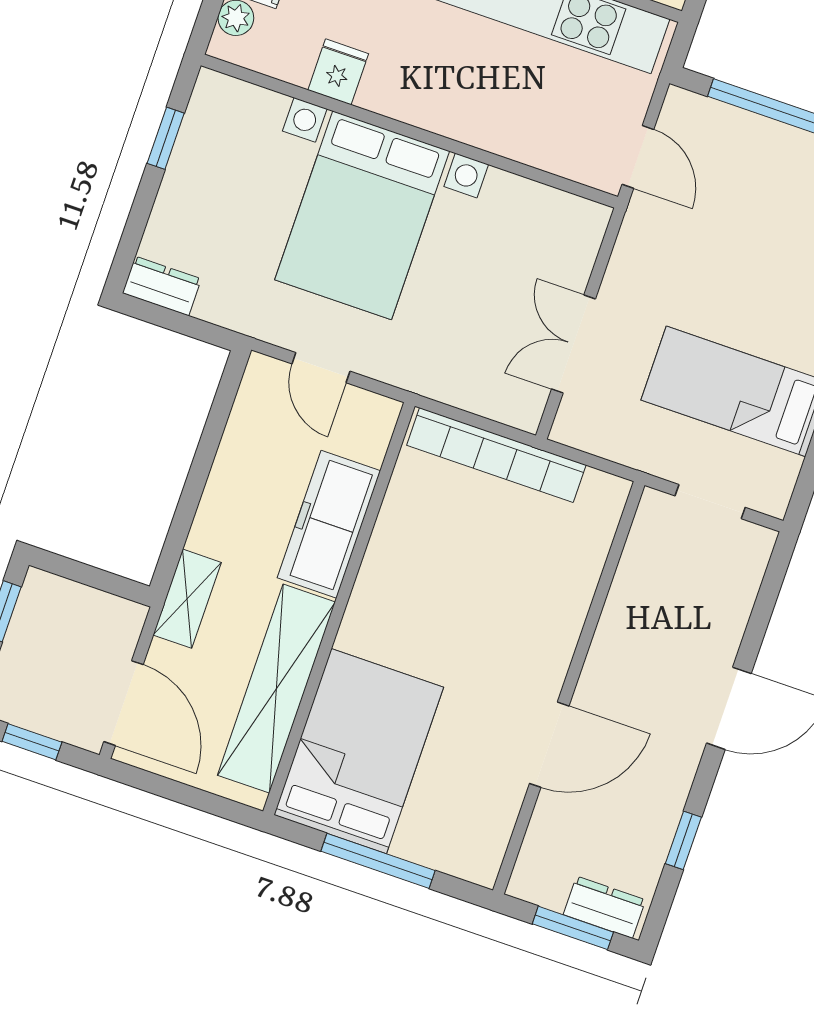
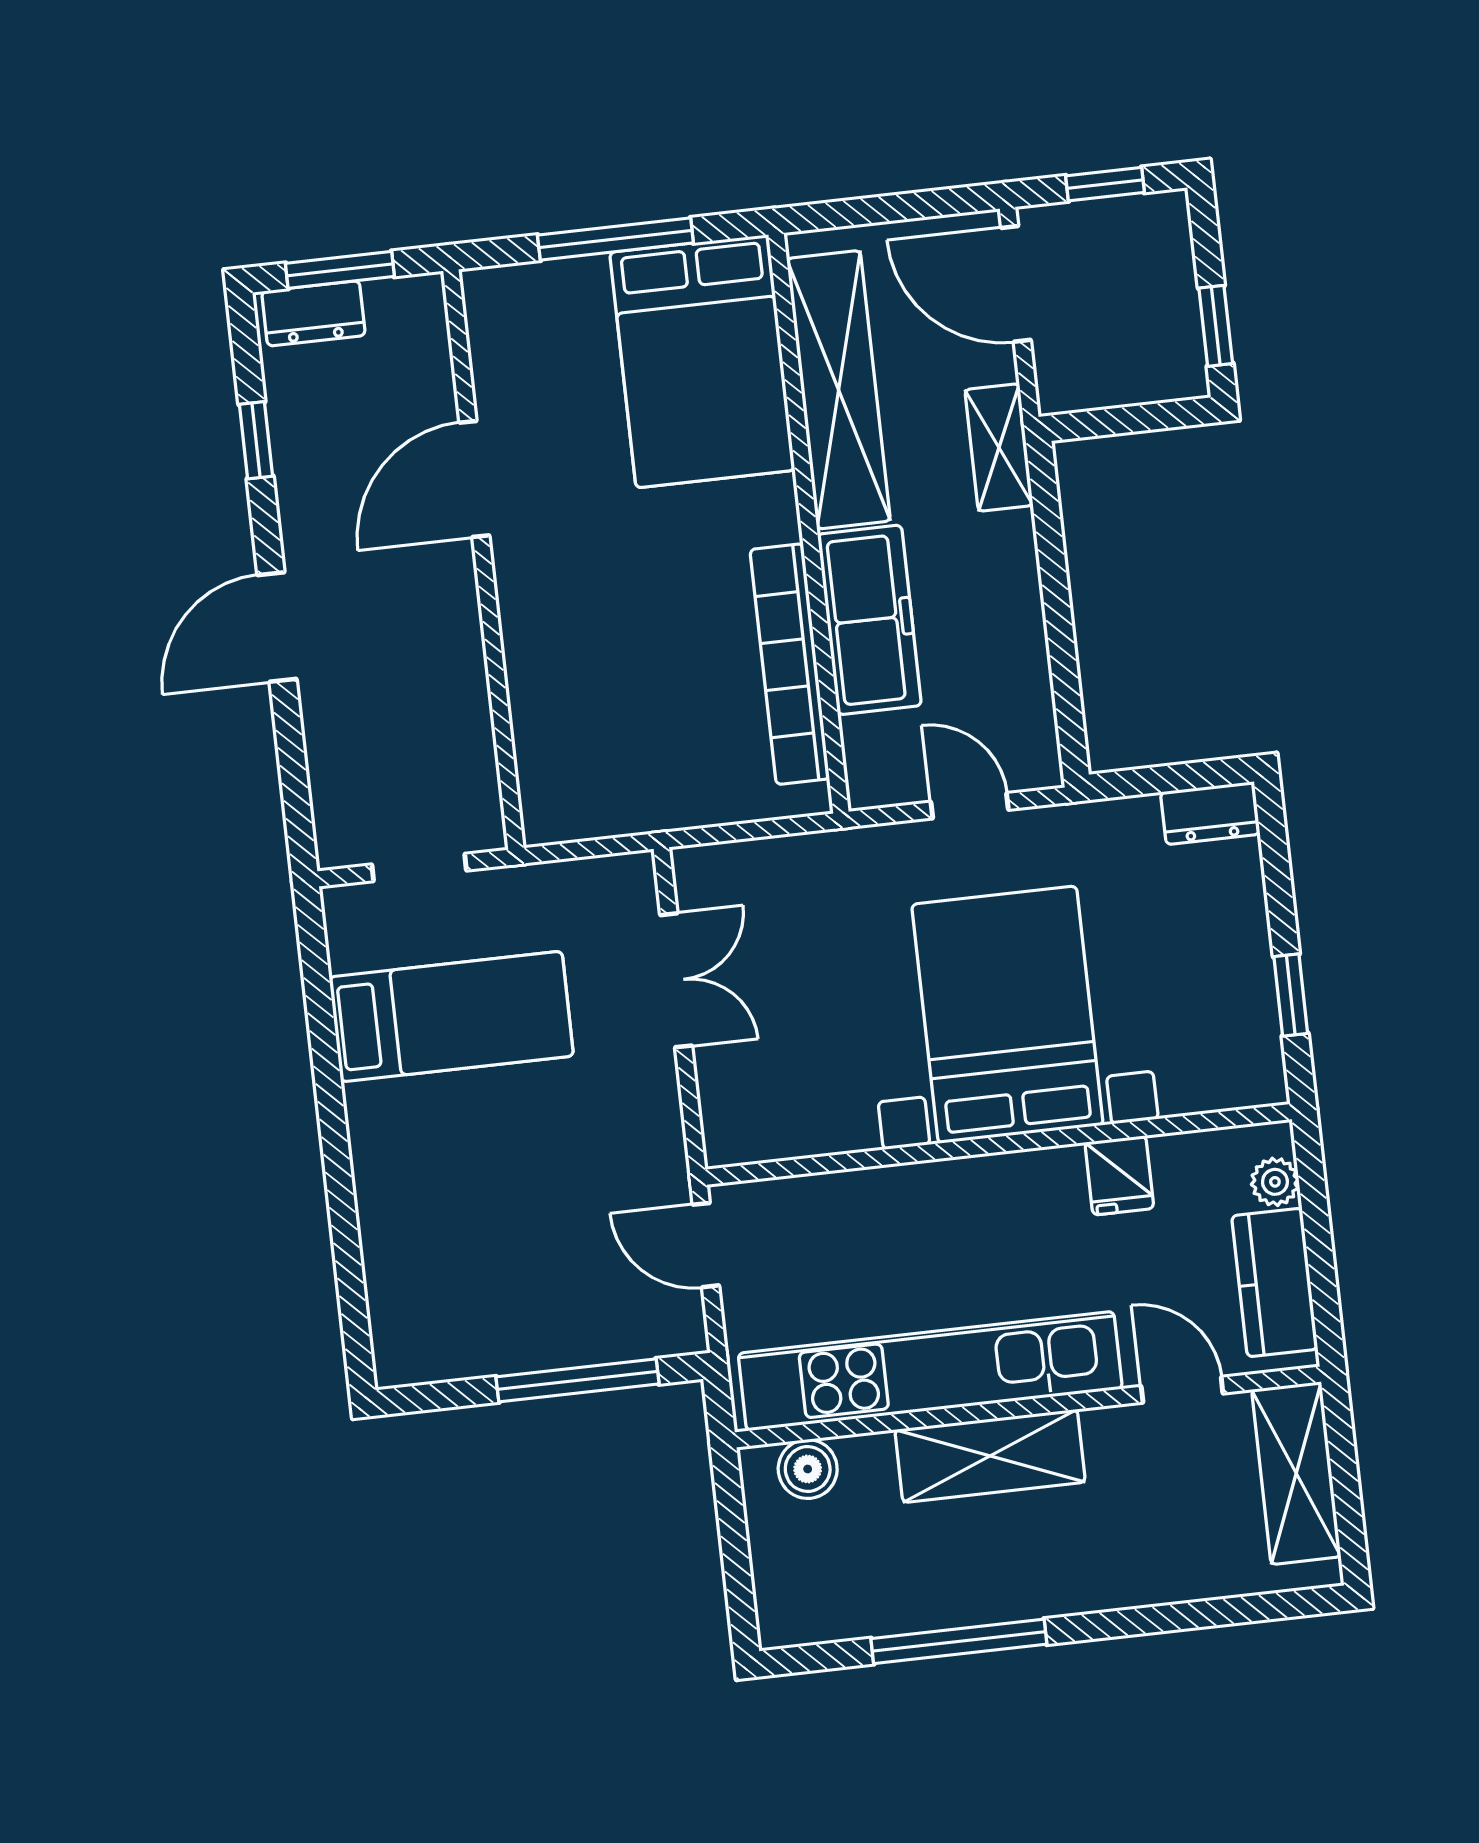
bookcase: (496, 455) -> (790, 664), moved, turned -90

